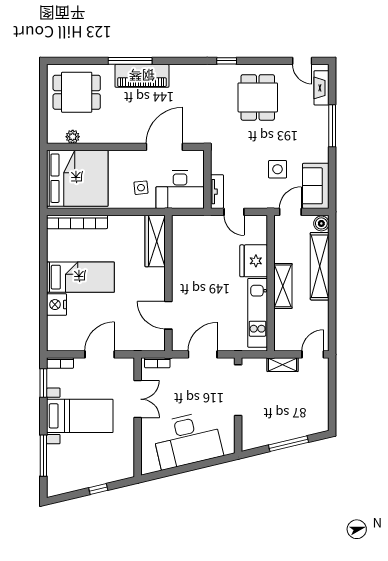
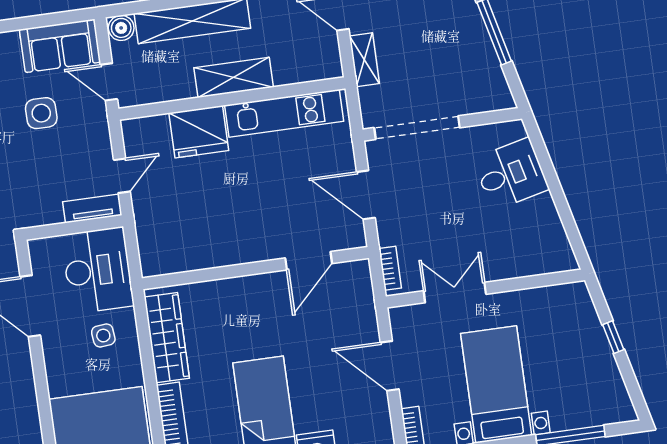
wardrobe: (155, 241) -> (167, 338), moved, turned -90
desk: (187, 440) -> (511, 174), width x0.53, depth x0.77

